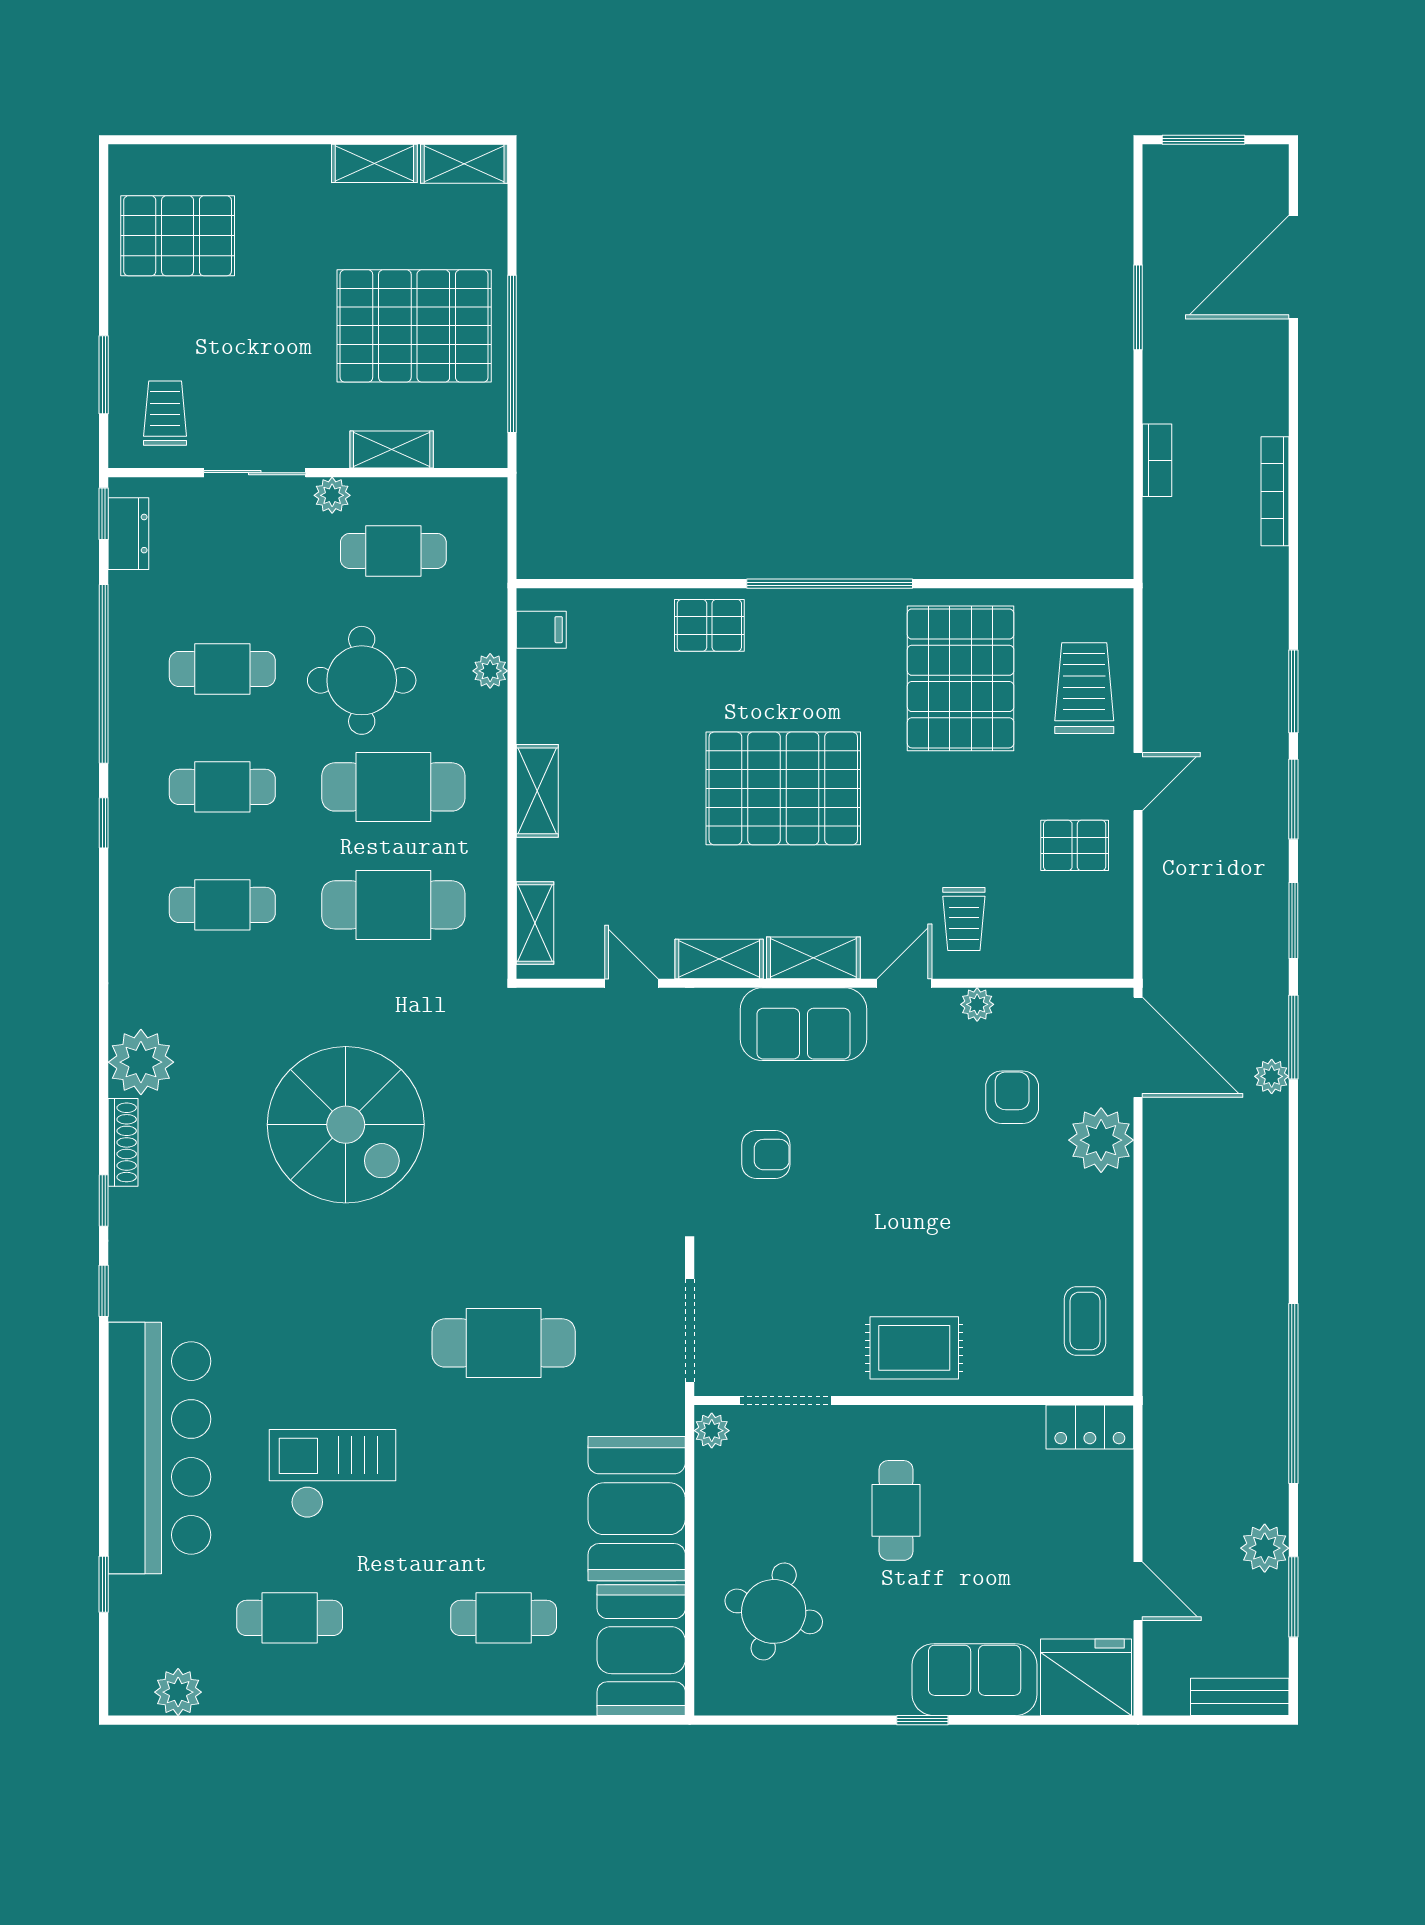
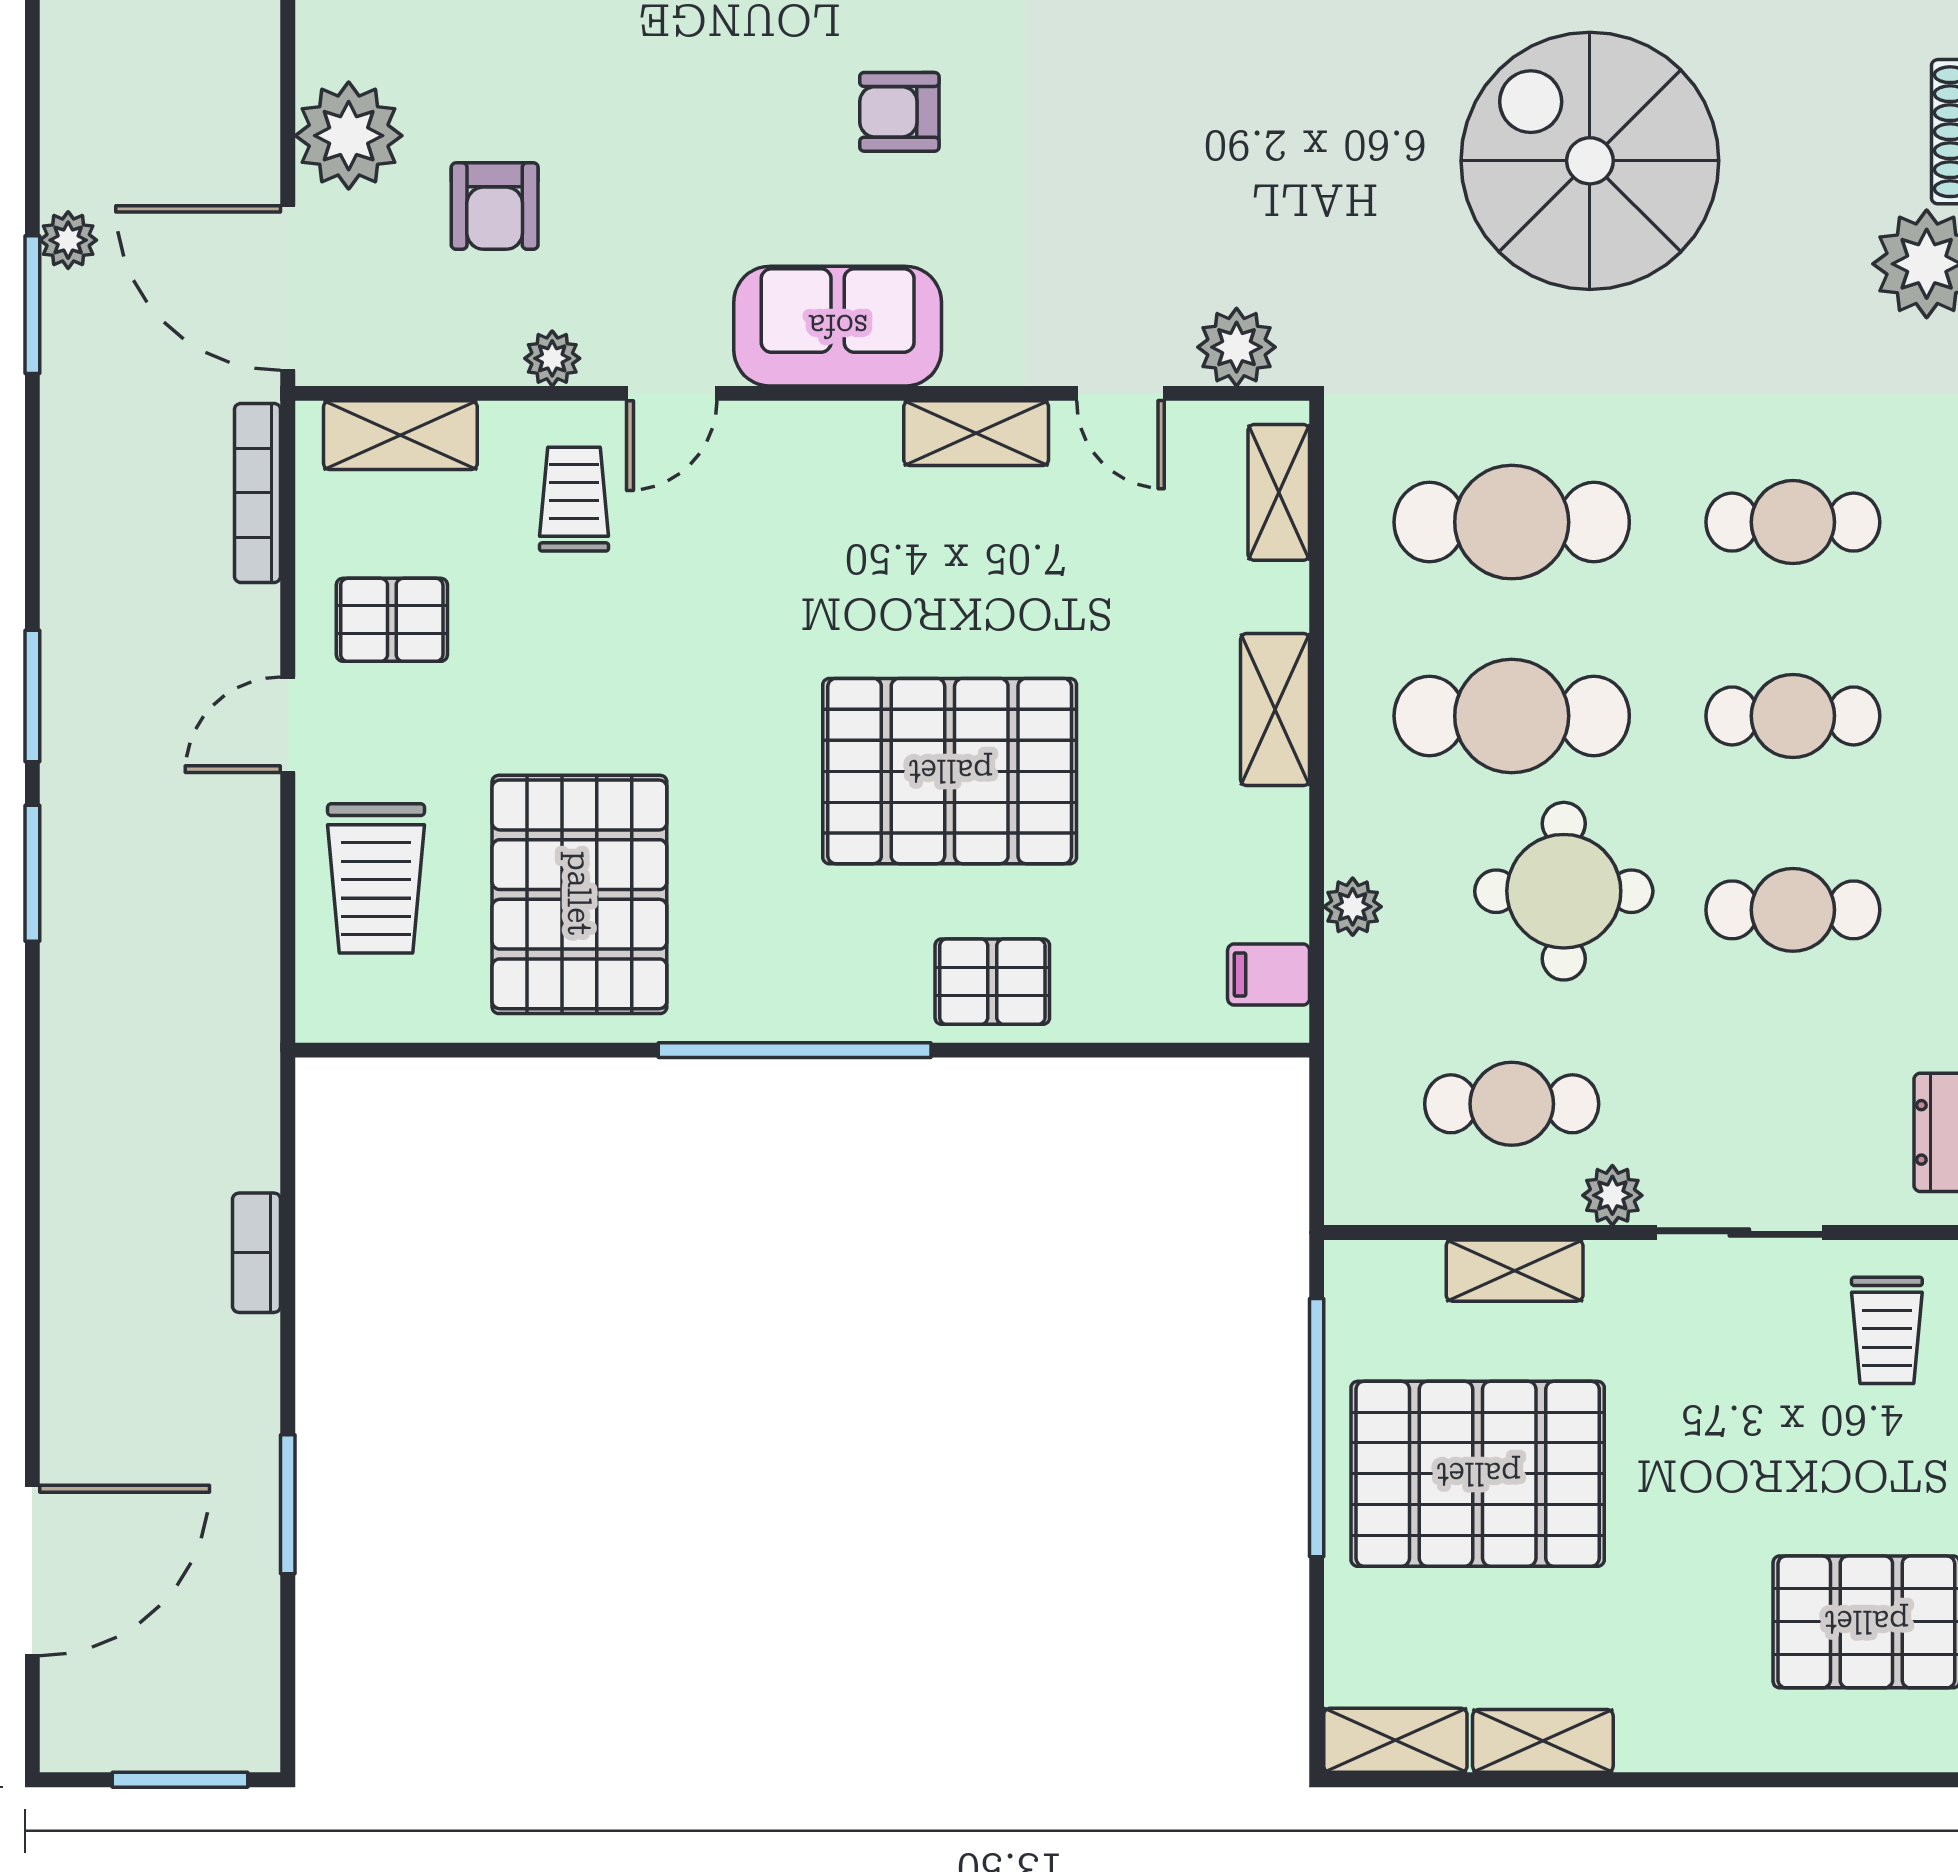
bookcase: (1275, 491) -> (257, 493), moved, turned 180
pallet: (783, 788) -> (950, 771), moved
window: (1293, 920) -> (32, 497), removed
shelving: (813, 958) -> (400, 435), moved
plant: (561, 1011) -> (1237, 347), added

